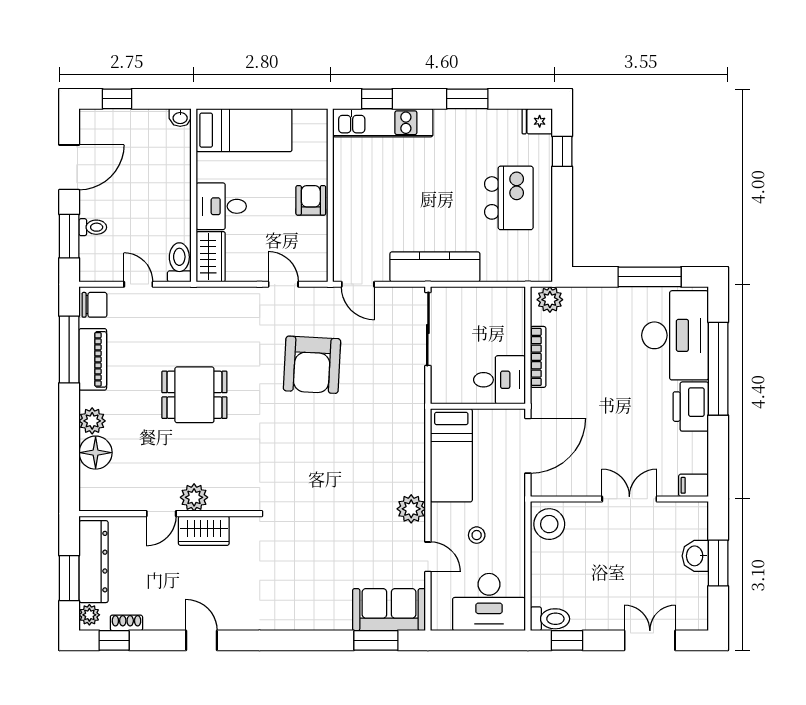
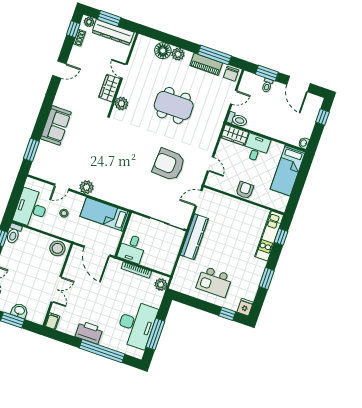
armchair: (311, 200) -> (245, 190), turned -90
door: (283, 284) -> (210, 164), hinge flipped
desk: (675, 335) -> (136, 325), moved, turned -90
dining table: (194, 395) -> (174, 105), width x1.37
plant: (194, 497) -> (121, 103), moved
sofa: (389, 610) -> (56, 125), moved

